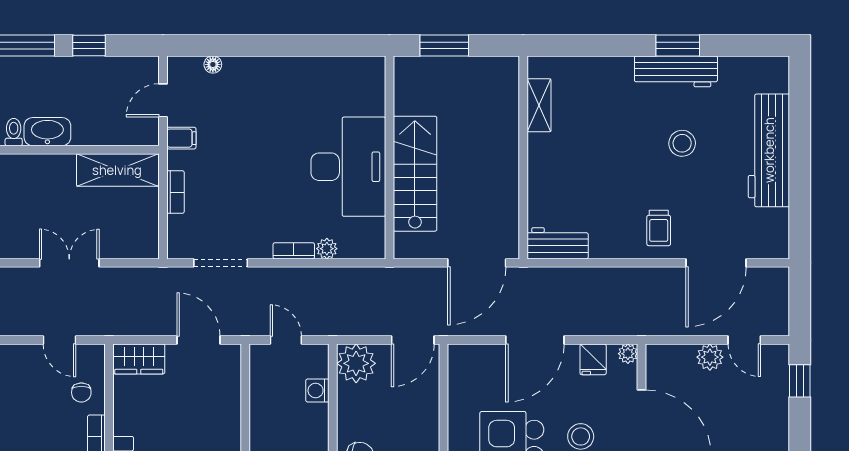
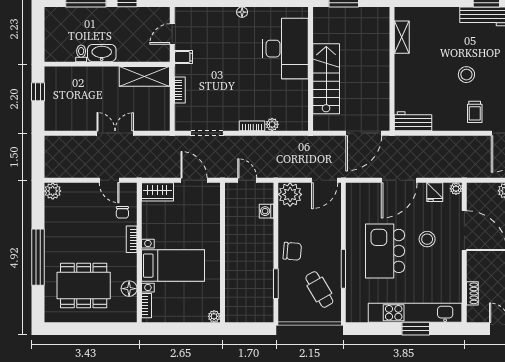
floor lamp: (213, 64) -> (242, 12), moved
stool: (682, 143) -> (466, 75), moved
desk: (348, 167) -> (285, 49), moved

